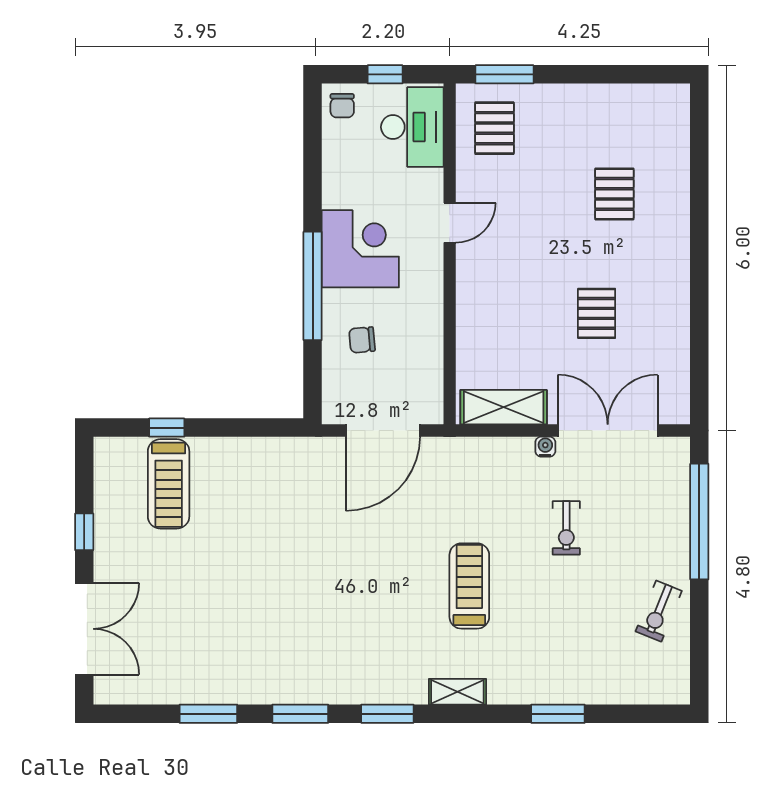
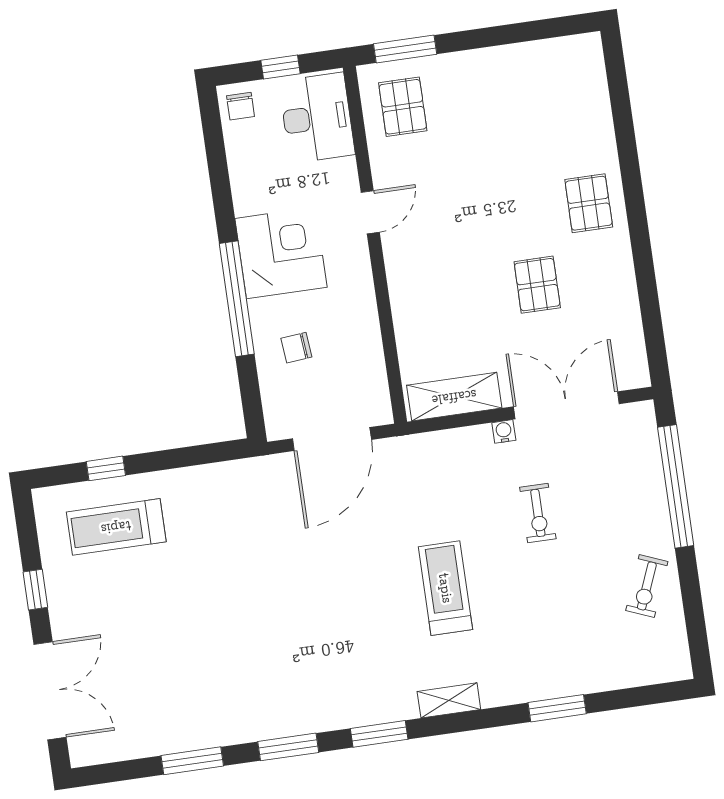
pallet: (614, 194) -> (589, 203), moved
treadmill: (169, 484) -> (116, 527), turned 90

